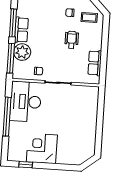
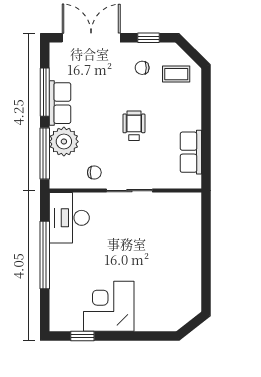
wheelchair: (72, 40) -> (134, 126), moved
desk: (26, 102) -> (69, 218), width x0.73, depth x0.77

